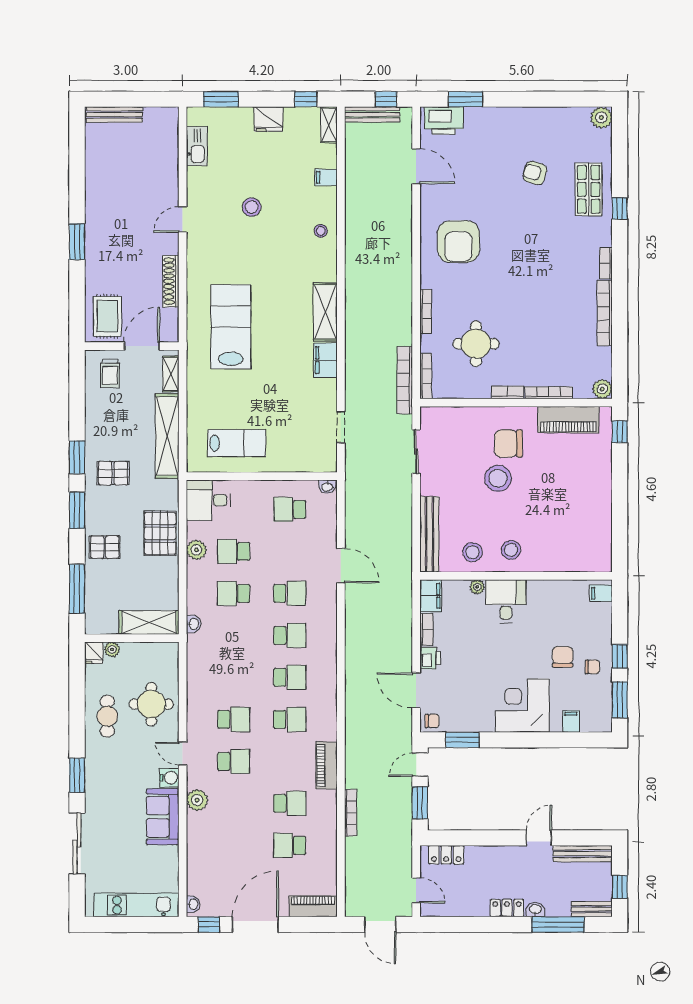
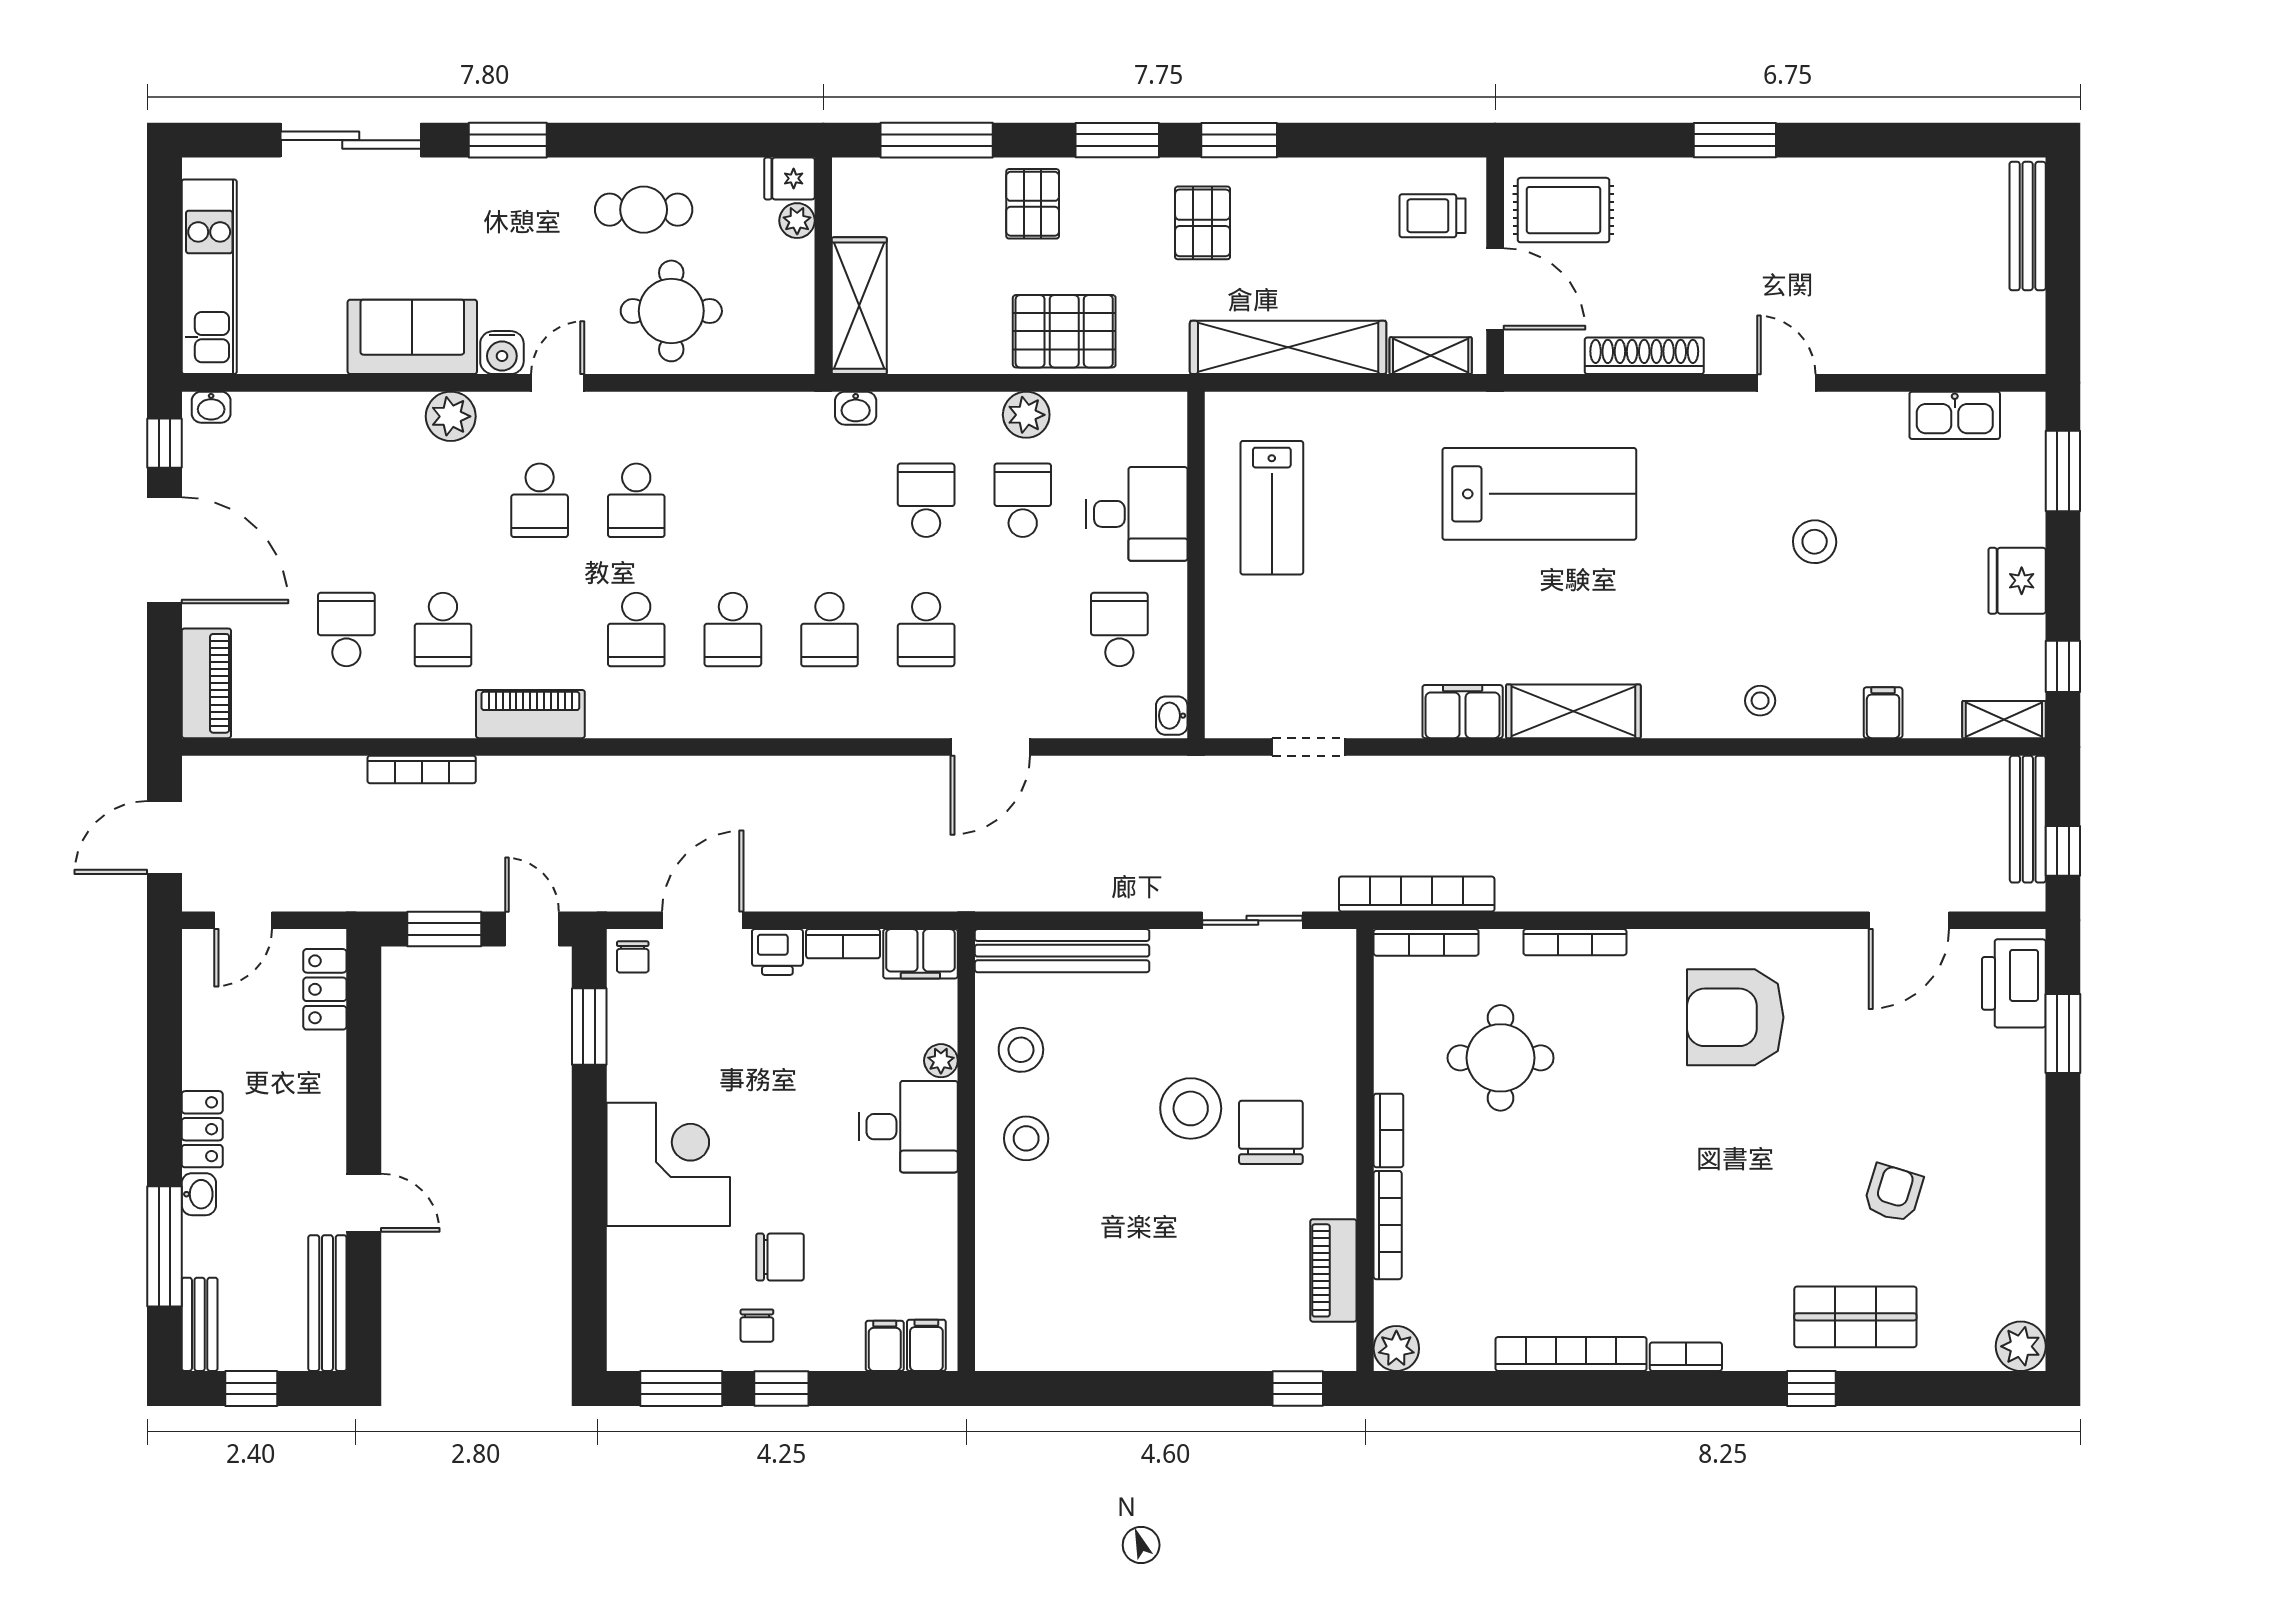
piano: (568, 420) -> (1333, 1270), width x0.73, depth x0.75
desk: (208, 500) -> (1137, 514), moved, turned 90
filing cabinet: (571, 721) -> (885, 1346), moved, turned -90

